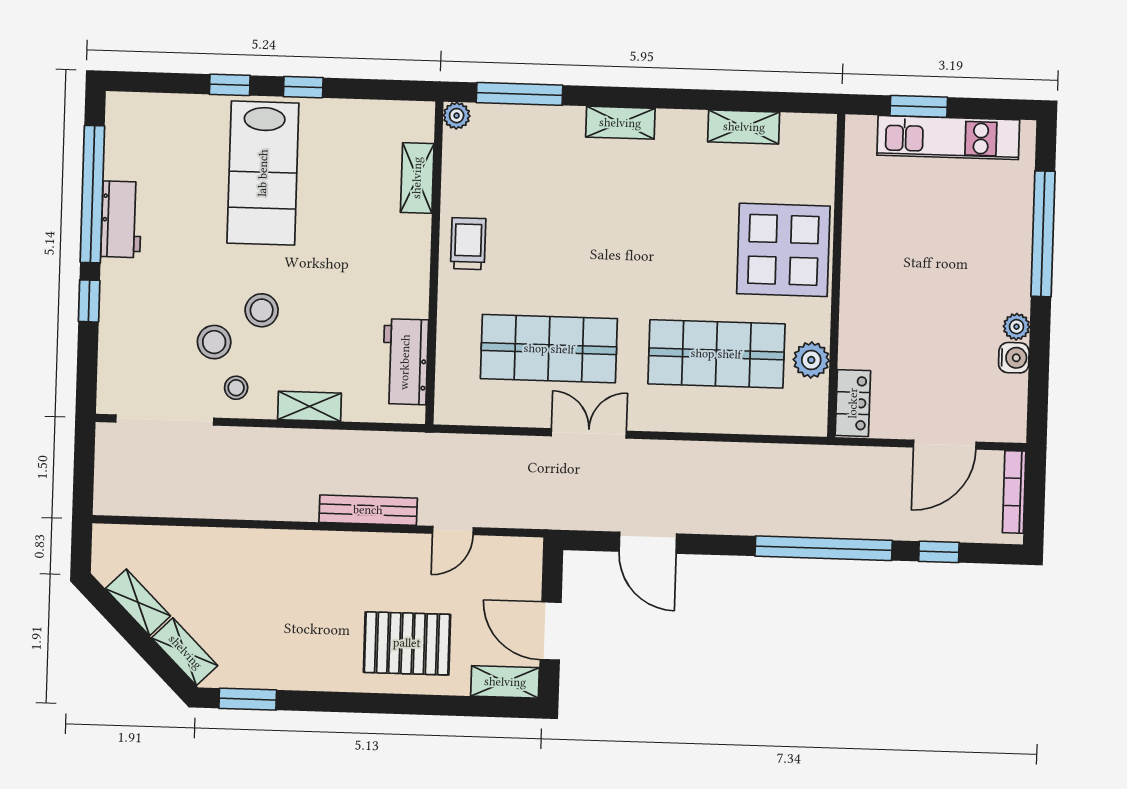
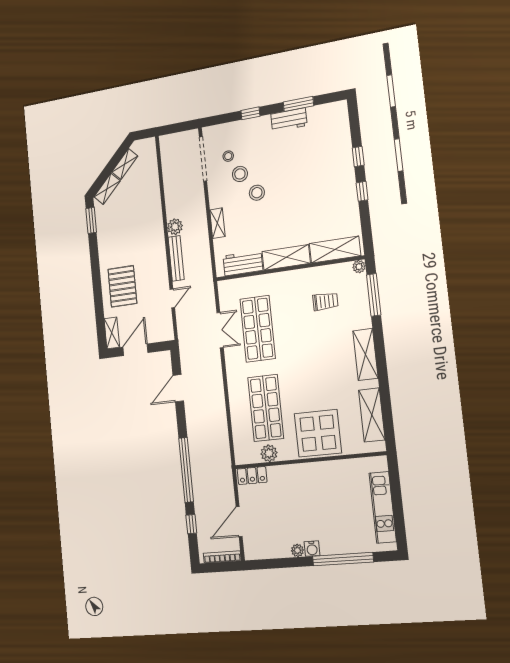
window: (919, 106) -> (396, 491), removed
shelving: (620, 123) -> (365, 354), width x1.50, depth x1.33
shelving: (744, 127) -> (372, 415), width x1.50, depth x1.33
lab bench: (263, 173) -> (319, 181), removed
shelving: (417, 178) -> (335, 250), width x1.50, depth x1.33
window: (92, 194) -> (298, 104), width x0.47
trolley: (468, 244) -> (325, 301), moved
shelving: (410, 266) -> (286, 257), added
water cooler: (1014, 358) -> (312, 549), moved
stool: (236, 388) -> (228, 156), moved
double door: (589, 433) -> (220, 330), moved
door: (945, 445) -> (239, 522), hinge flipped
plant: (299, 504) -> (175, 227), added
door: (453, 531) -> (172, 298), swing flipped

